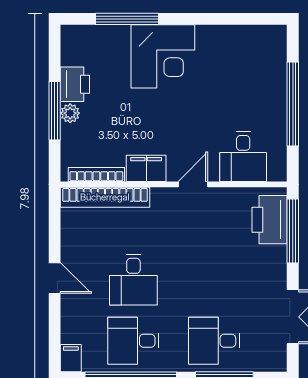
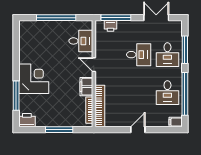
printer: (75, 84) -> (27, 120), moved
plant: (70, 113) -> (60, 122), removed
printer: (270, 220) -> (110, 26), width x0.53, depth x0.68
desk: (133, 280) -> (139, 55), moved

